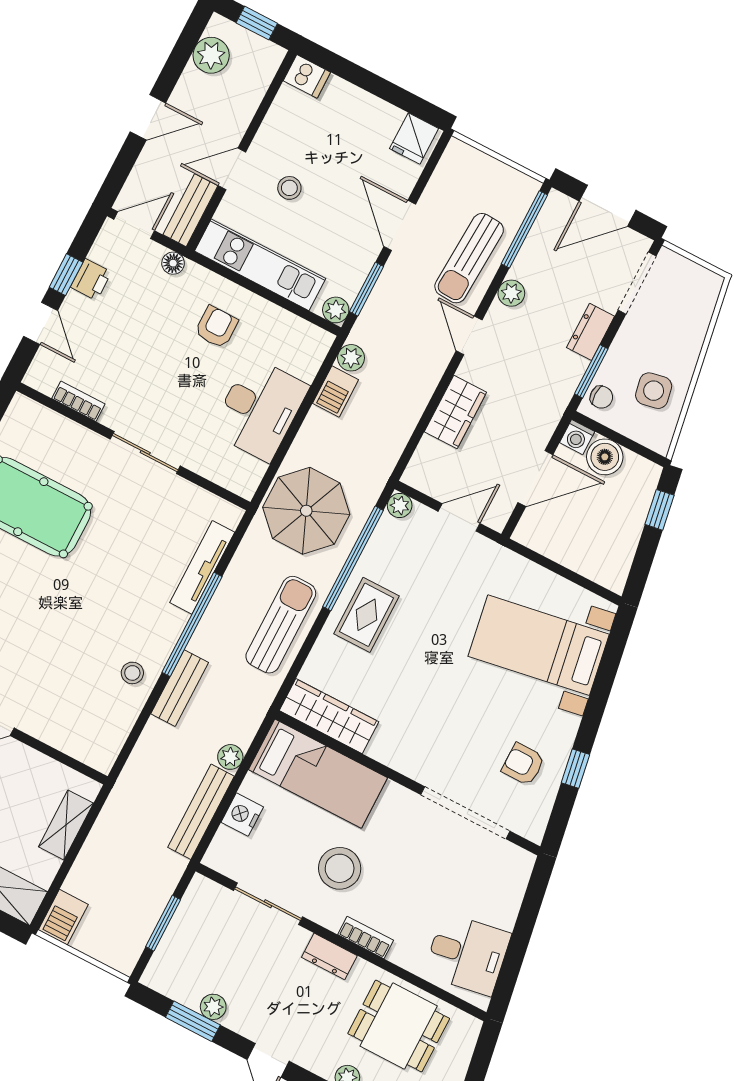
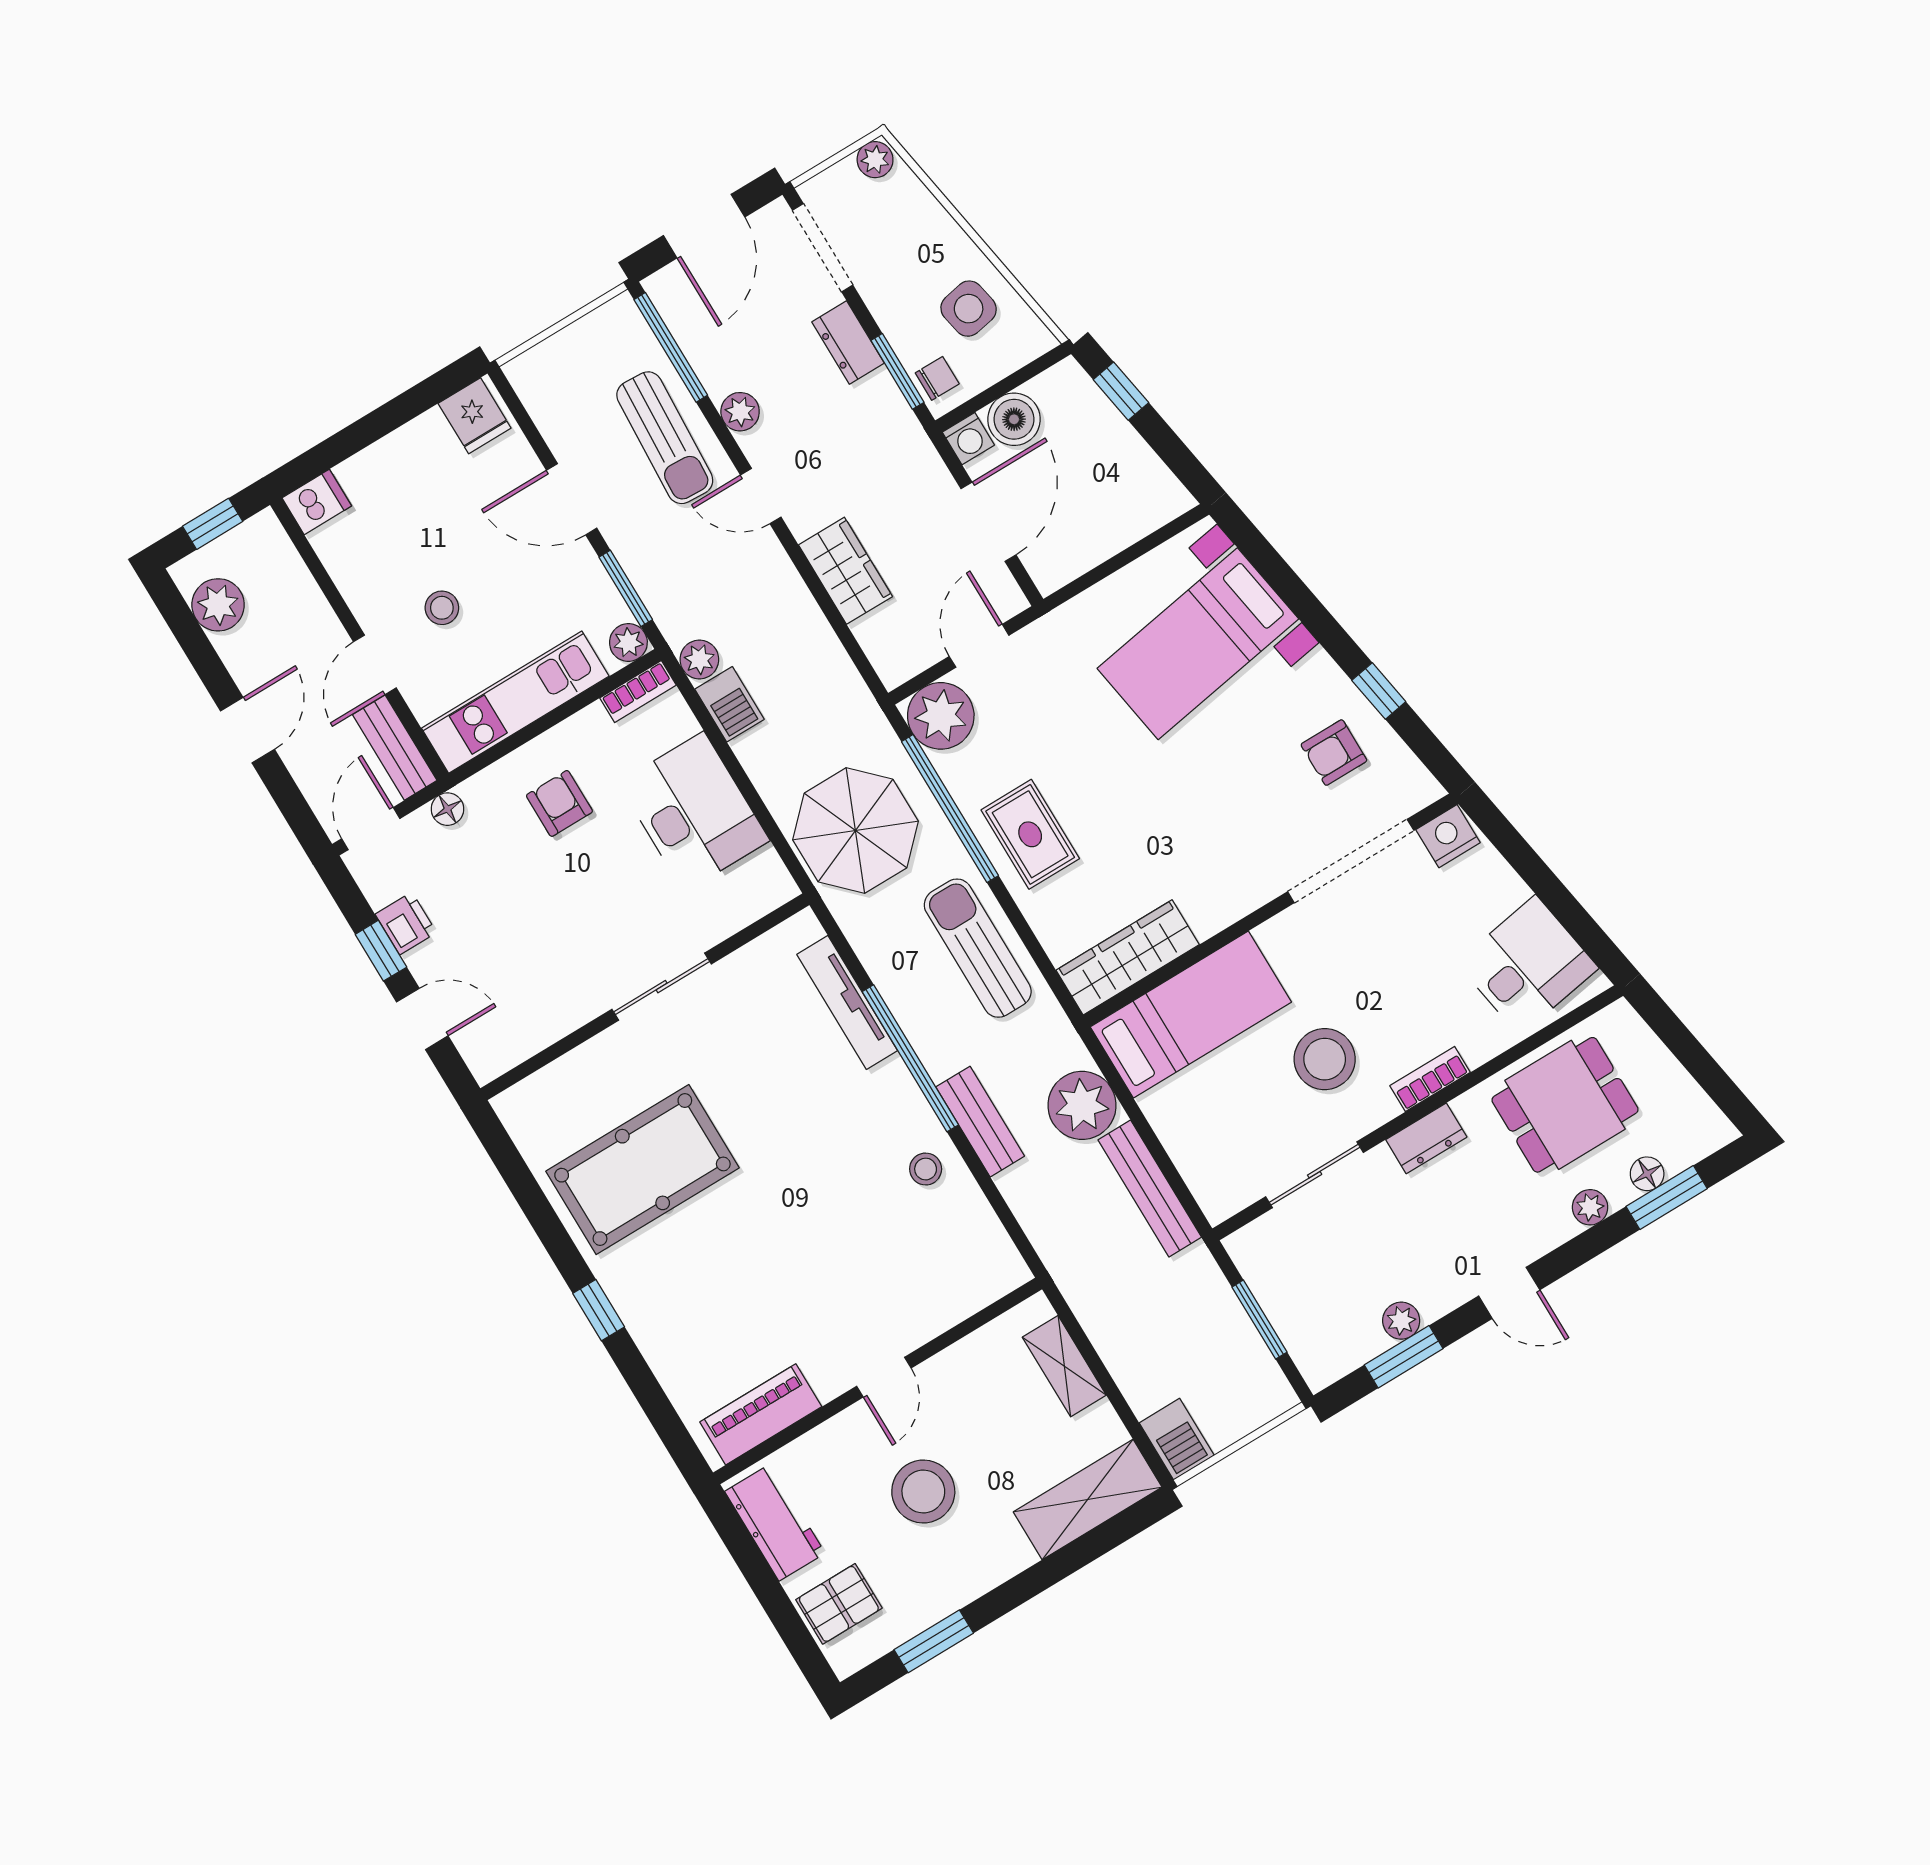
plant: (708, 282) -> (875, 160), added
bookcase: (78, 401) -> (638, 692), moved, turned 180
plant: (400, 505) -> (941, 716), width x1.88, depth x1.88
plant: (230, 757) -> (1082, 1105), width x1.87, depth x1.87
nightstand: (242, 815) -> (1448, 836), moved, turned 90

